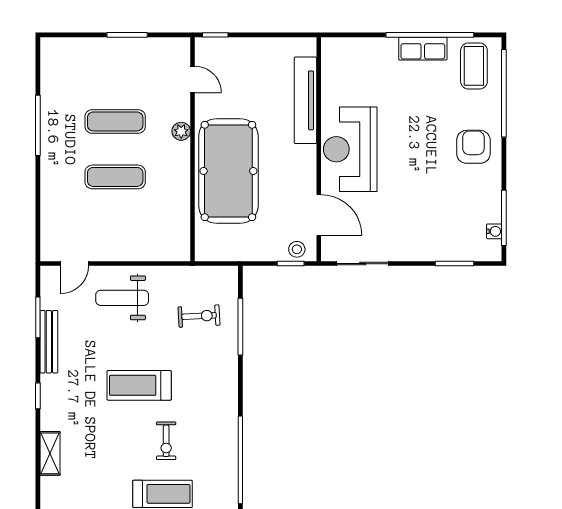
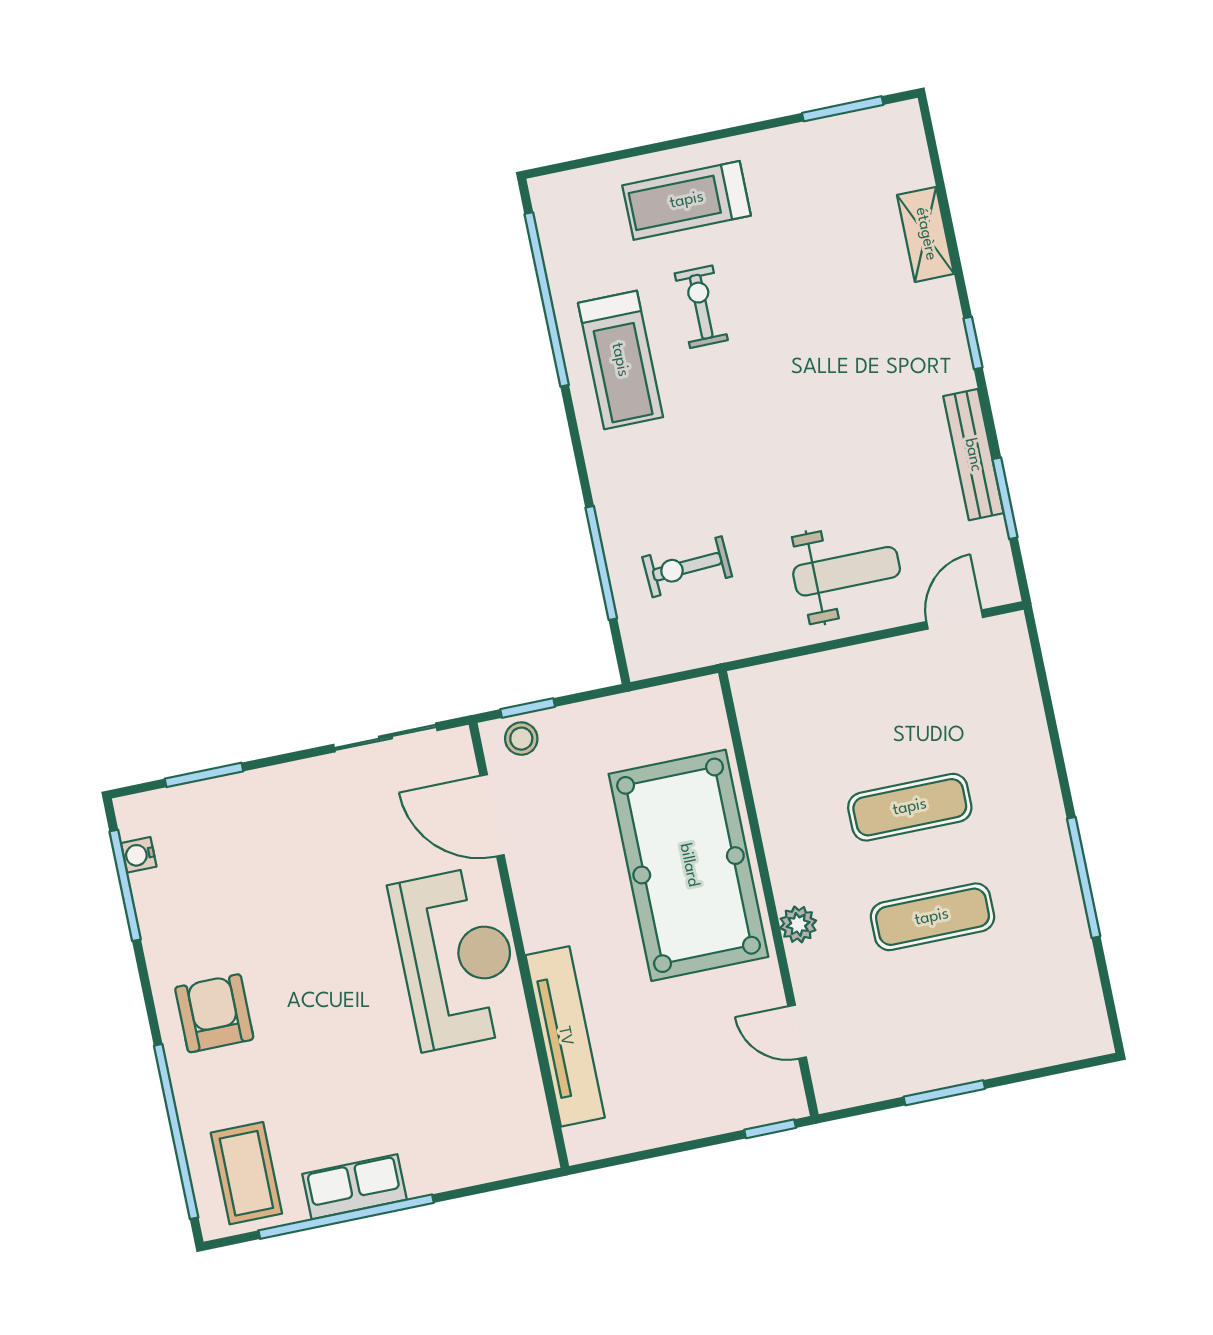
armchair: (473, 147) -> (214, 1013), turned 180
treadmill: (139, 385) -> (620, 360), moved, turned 90

